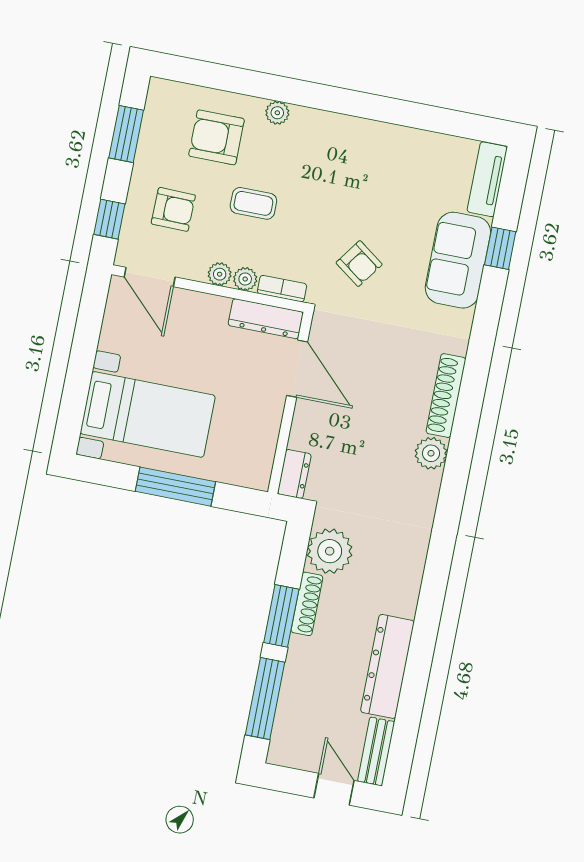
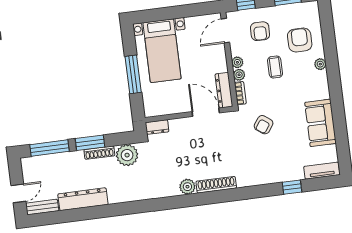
sofa: (458, 260) -> (320, 123), moved, turned -90
door: (297, 369) -> (206, 112), swing flipped

